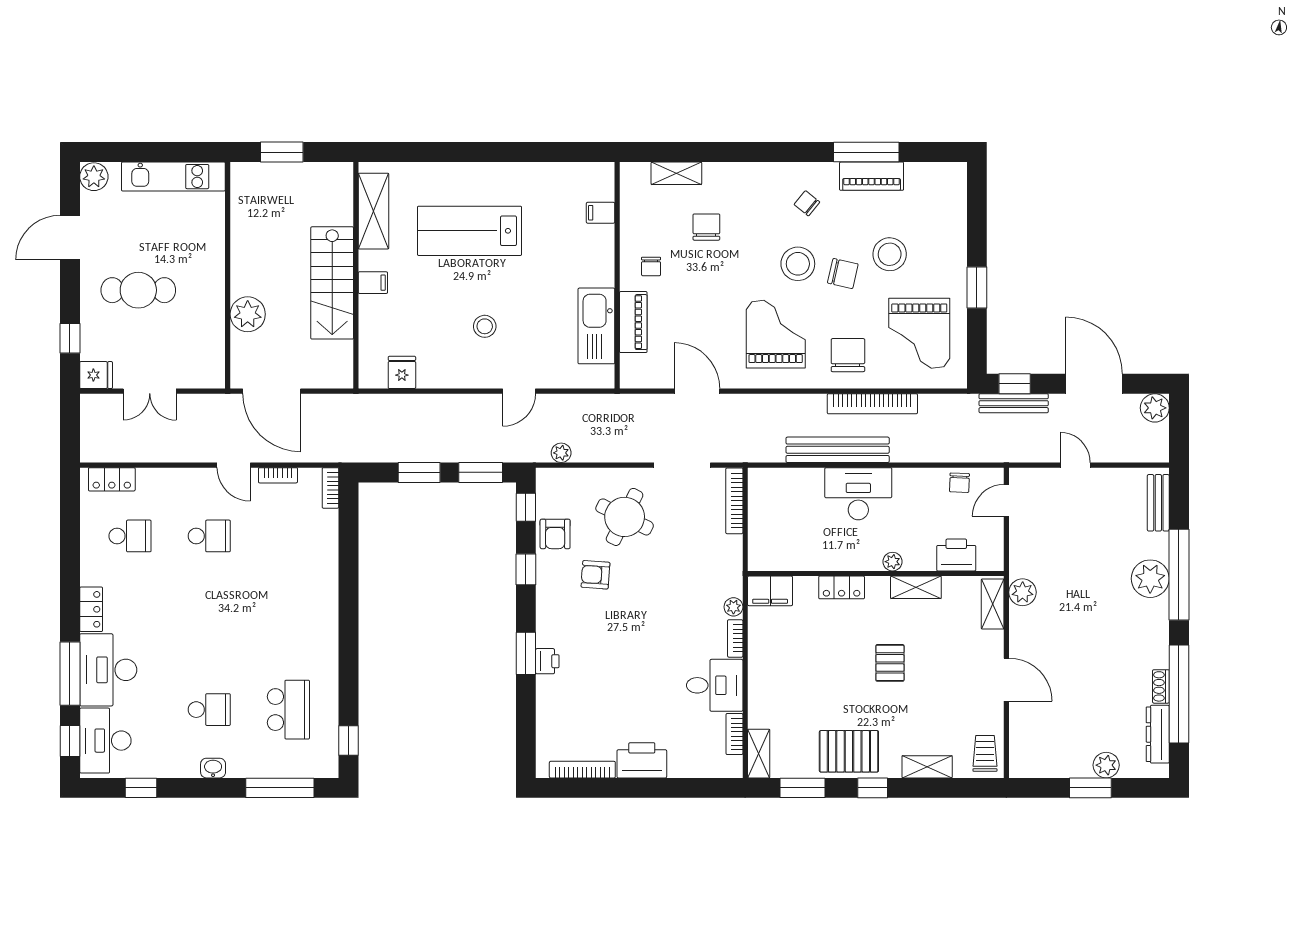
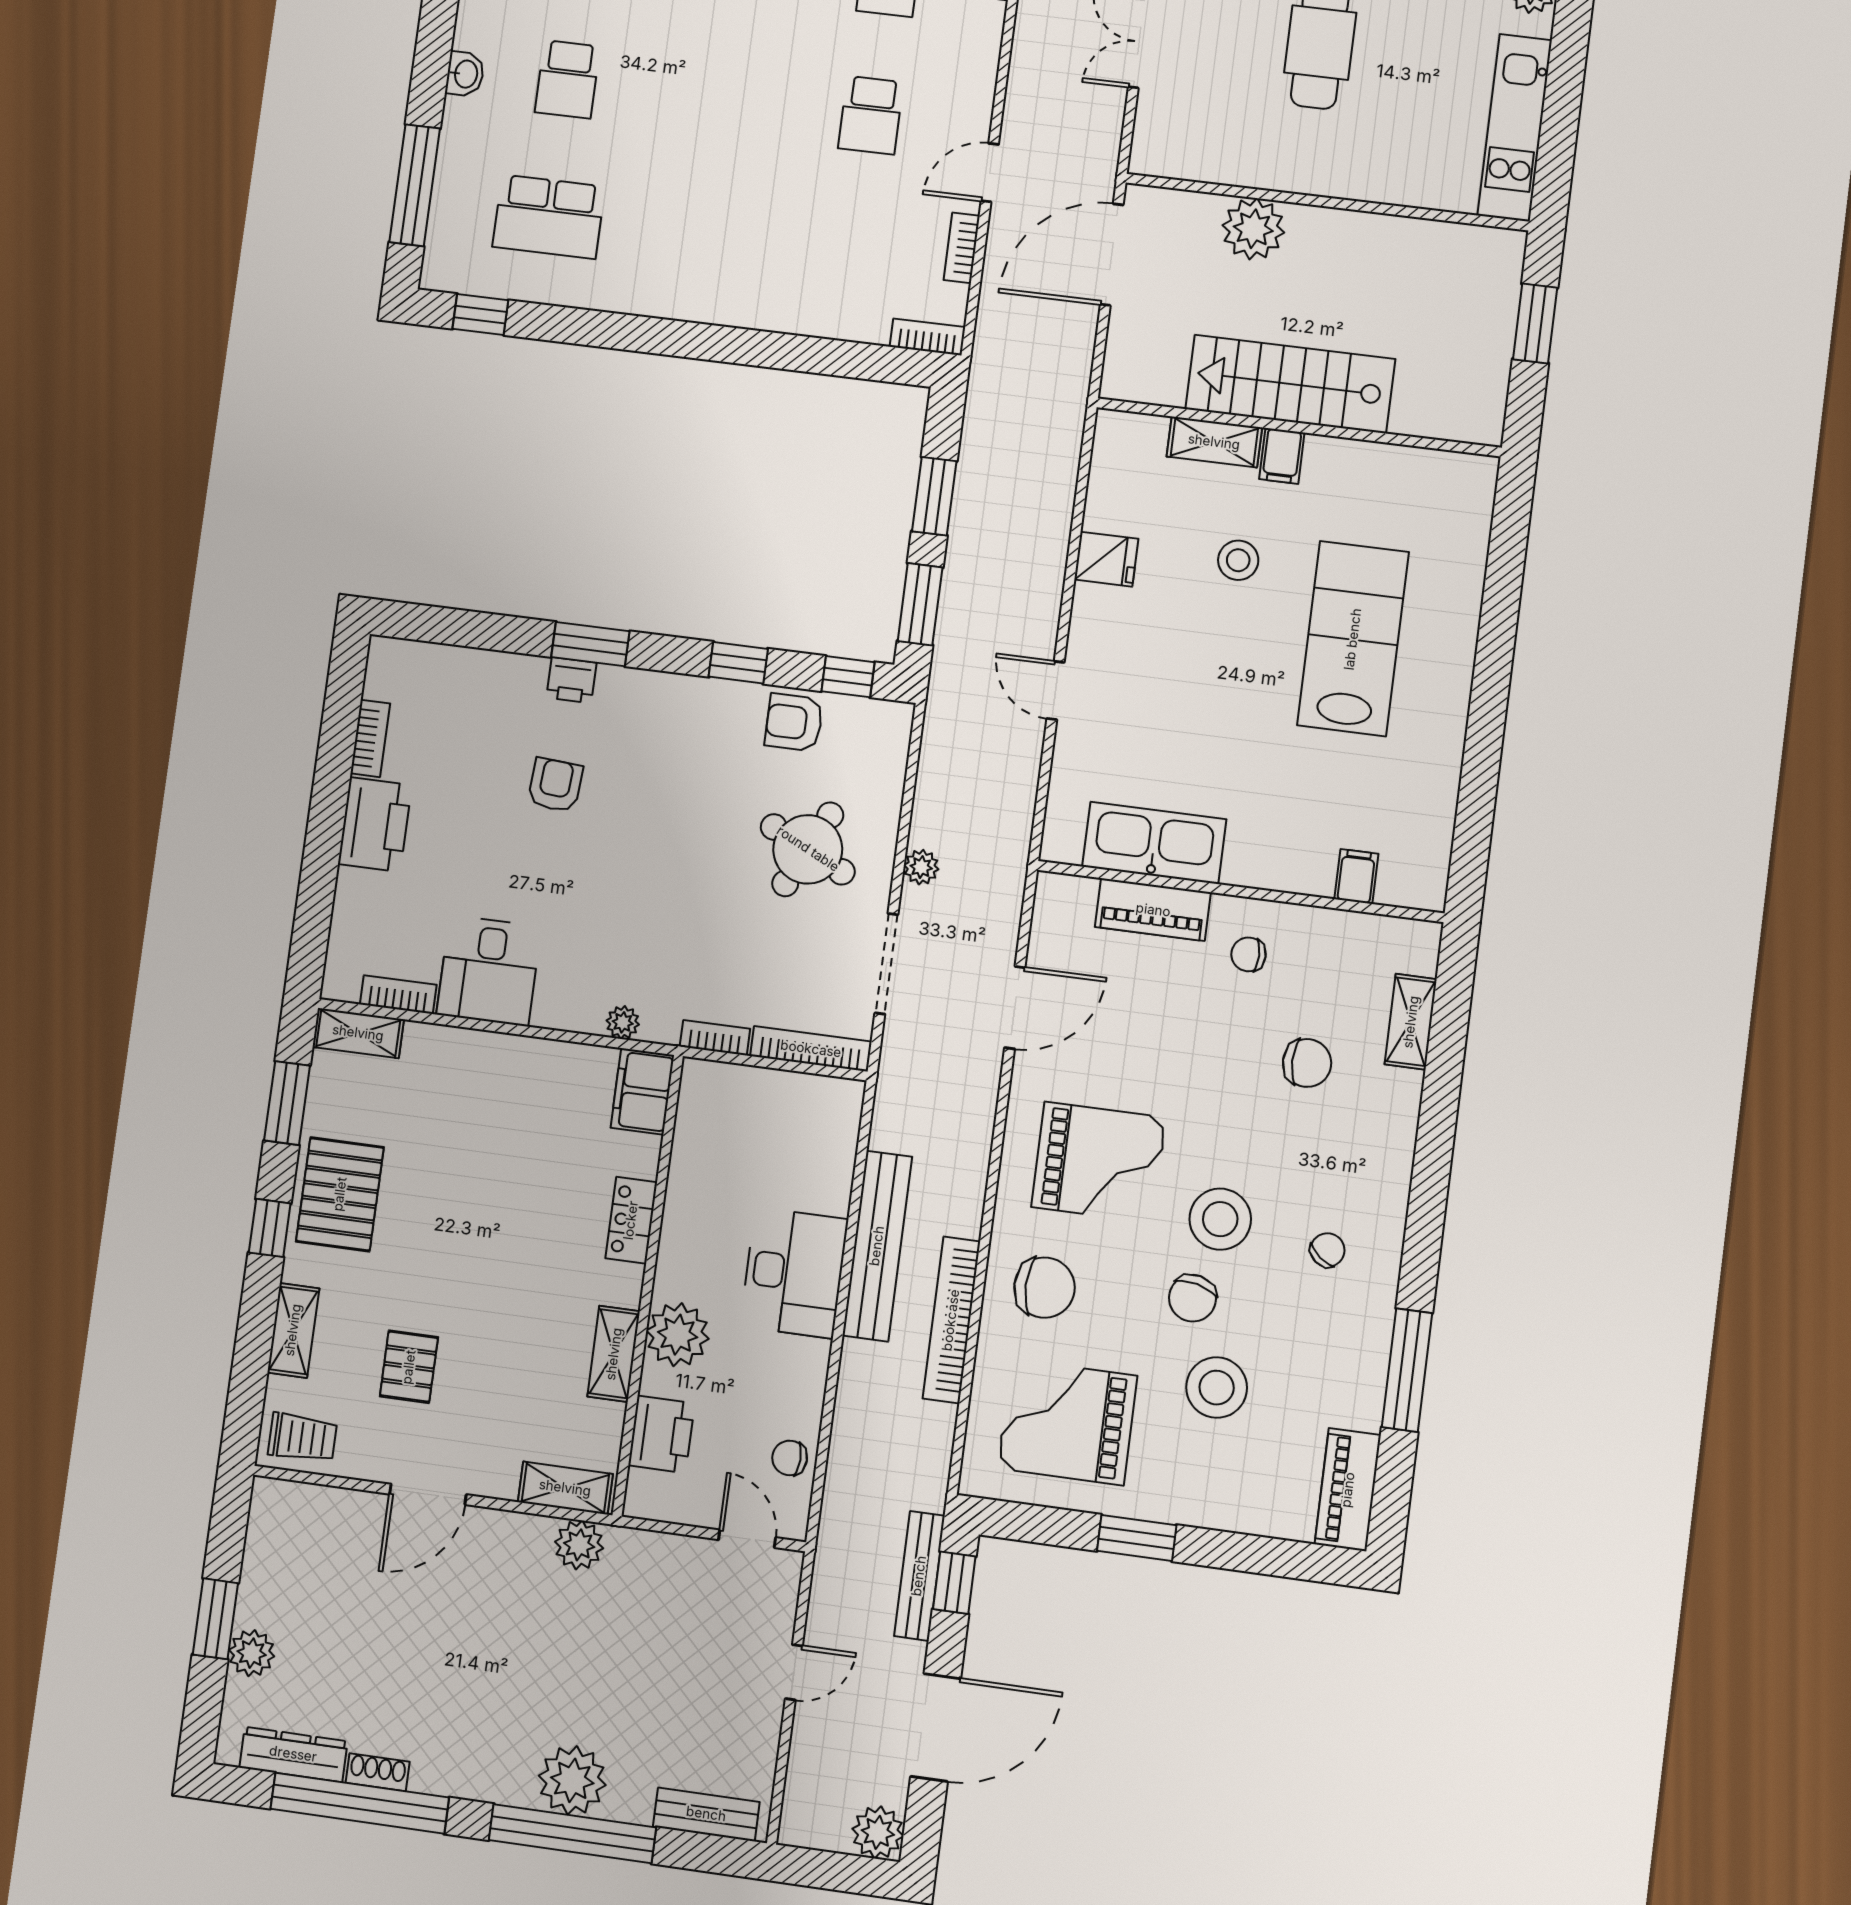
piano: (872, 176) -> (1348, 1490), moved
shelving: (374, 211) -> (1214, 442), moved, width x0.67, depth x0.75
stool: (485, 326) -> (1238, 560), moved
fridge: (402, 372) -> (1106, 559), moved
plant: (561, 453) -> (921, 867), moved
plant: (892, 562) -> (678, 1335), width x1.88, depth x1.88
armchair: (595, 575) -> (555, 785), moved
bookcase: (735, 638) -> (715, 1038), moved
pallet: (890, 663) -> (409, 1367), moved, turned 90
bookcase: (582, 770) -> (370, 738), width x0.64

